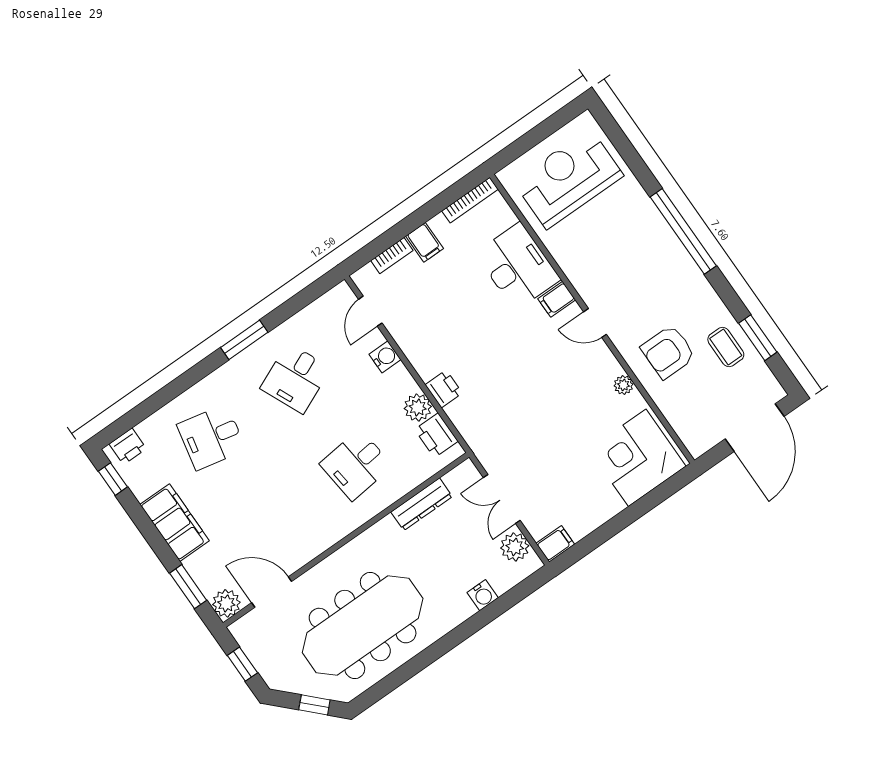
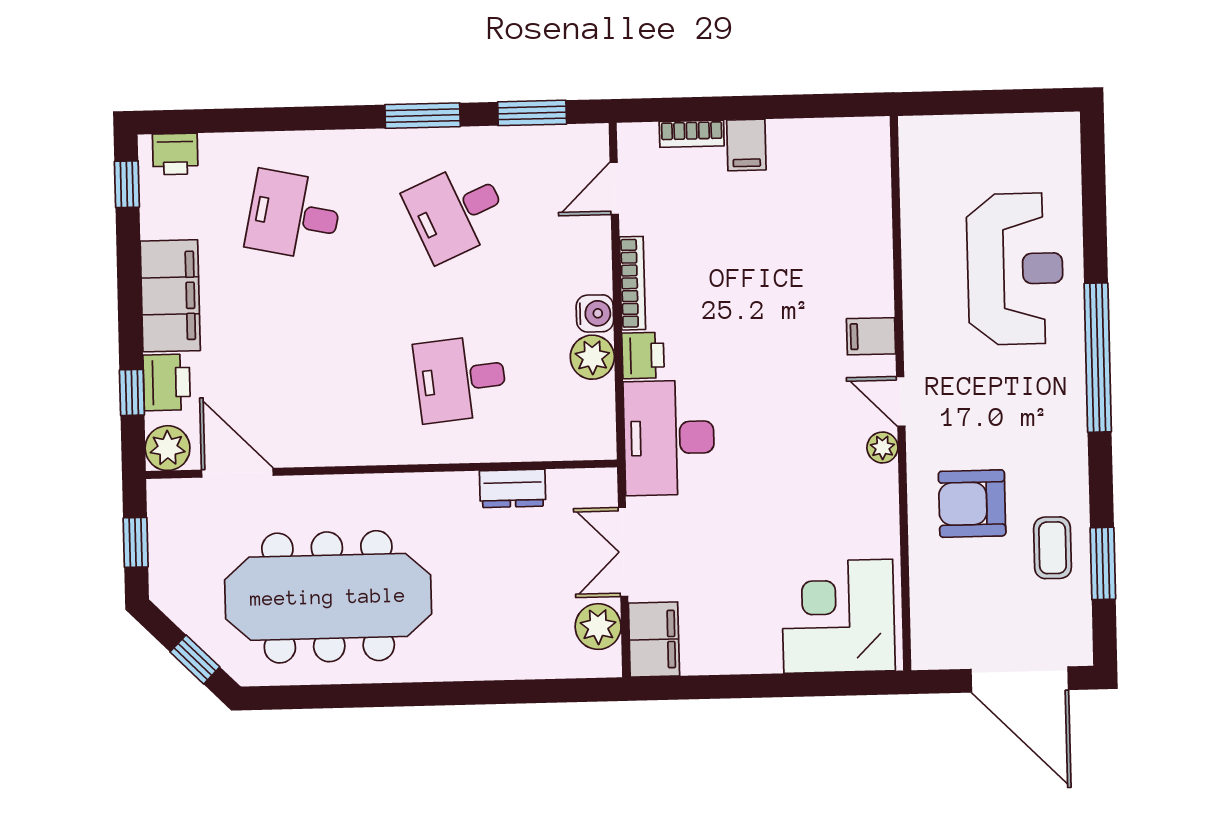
reception desk: (568, 179) -> (1015, 269), moved, turned 90
bookcase: (470, 200) -> (632, 283), moved, turned -90
desk: (518, 266) -> (669, 438), moved, turned 180
window: (301, 300) -> (532, 113), added
water cooler: (385, 357) -> (595, 313), moved
plant: (623, 385) -> (882, 447), moved
door: (755, 428) -> (1020, 679), hinge flipped
printer: (436, 435) -> (167, 382), moved, turned 180
dresser: (422, 504) -> (513, 488), width x0.70
filing cabinet: (555, 544) -> (654, 639), width x2.00
window: (188, 587) -> (132, 392), width x0.67
water cooler: (483, 595) -> (513, 662), removed

